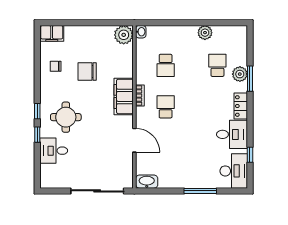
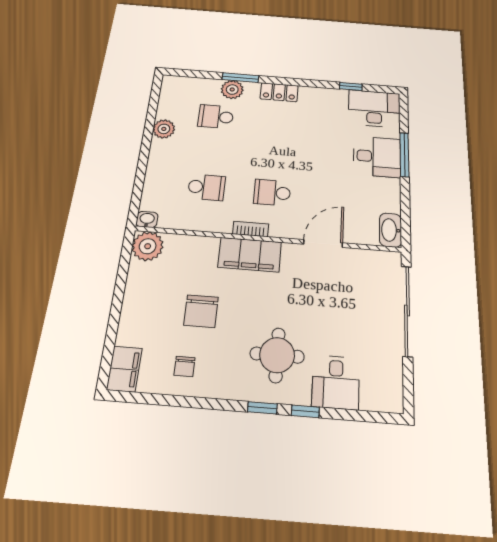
desk: (232, 134) -> (377, 157), moved, turned 90

